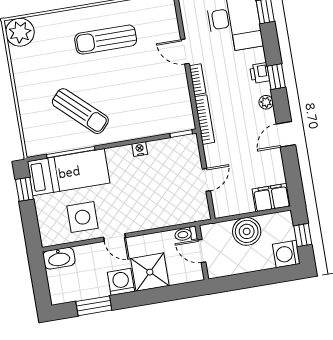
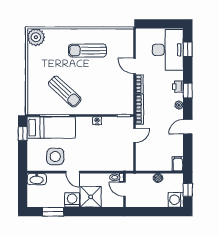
door: (206, 180) -> (135, 135), moved
filing cabinet: (271, 198) -> (178, 164), width x0.50
boiler: (247, 231) -> (158, 178), width x0.54, depth x0.54

